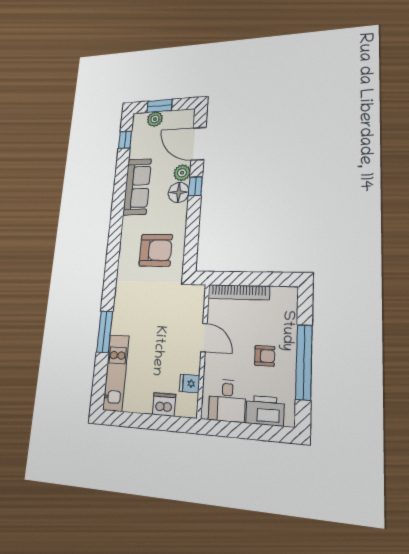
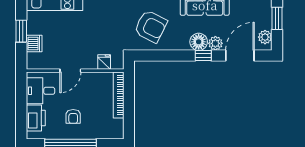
plant: (155, 119) -> (265, 37), moved
armchair: (156, 250) -> (151, 26), turned -63
door: (204, 338) -> (70, 71), moved
fridge: (190, 383) -> (104, 62), moved
window: (147, 421) -> (21, 31), added

